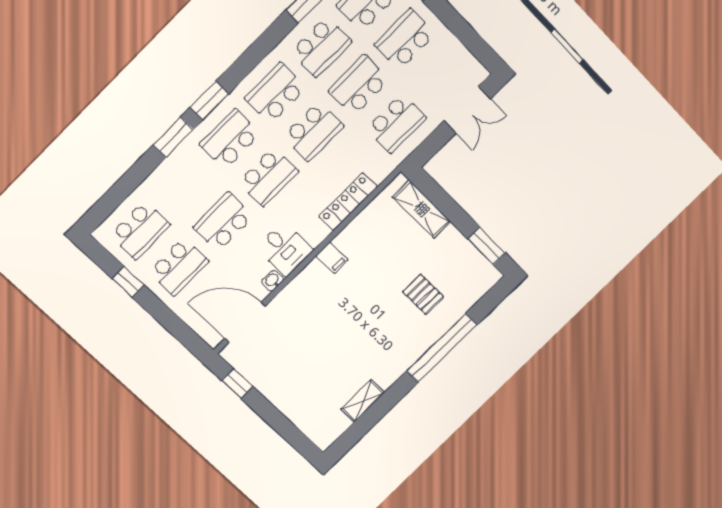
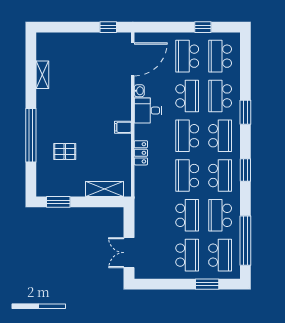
window: (209, 101) -> (245, 170), moved
school desk: (396, 123) -> (220, 96), moved
locker: (348, 202) -> (141, 153), width x0.66

